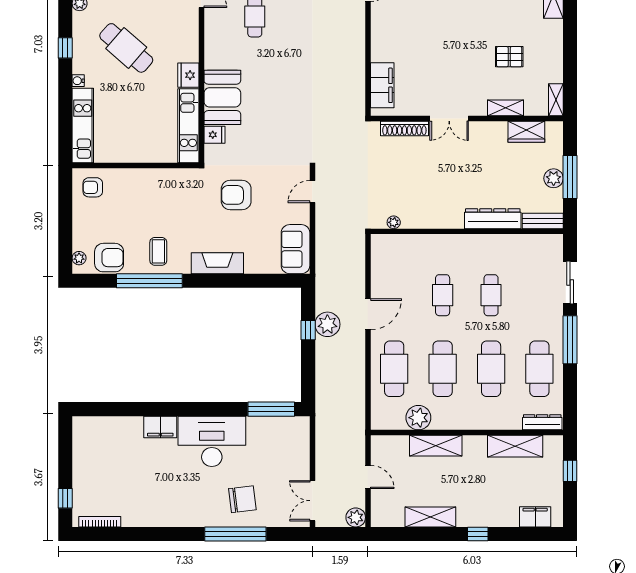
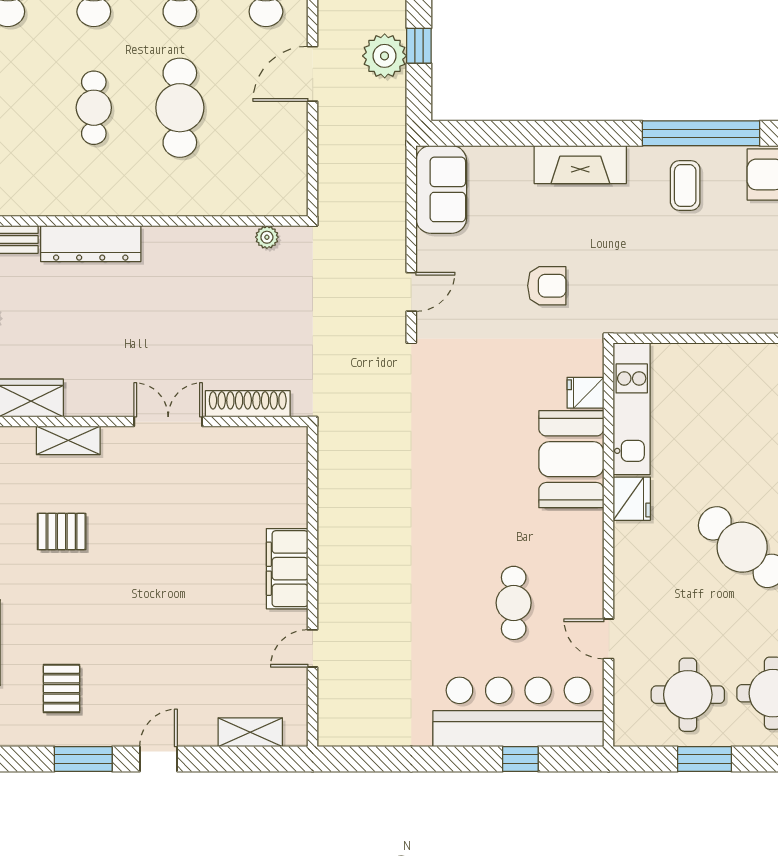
filing cabinet: (382, 85) -> (287, 569), moved
armchair: (236, 195) -> (547, 286), width x0.72, depth x0.72
cafe table: (443, 295) -> (180, 108), width x1.37, depth x1.35

